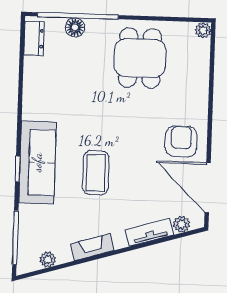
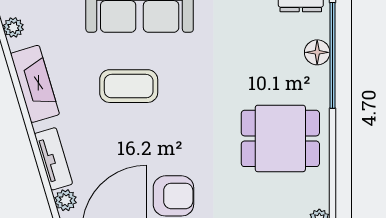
fireplace: (92, 247) -> (35, 84), width x1.37, depth x1.32

